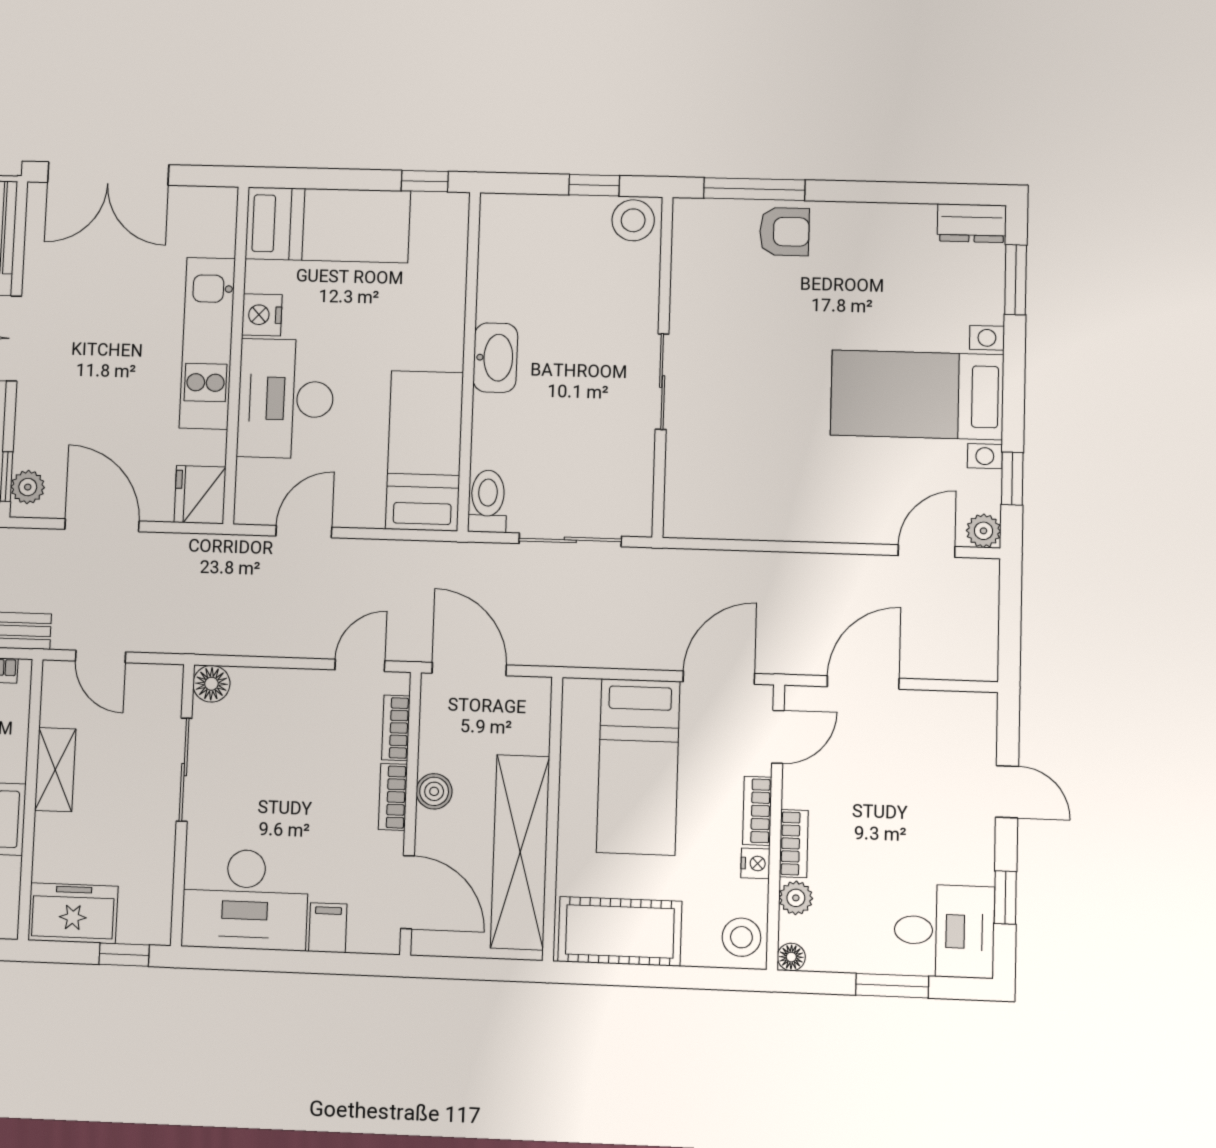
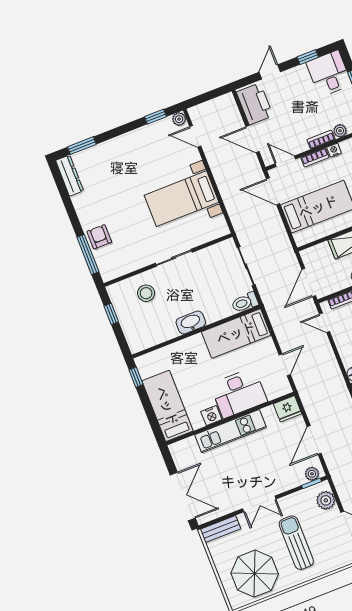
stool: (633, 220) -> (146, 293), moved
dresser: (972, 223) -> (70, 176), width x1.44
bed with nightstands: (917, 395) -> (181, 199), moved, turned 90
door: (304, 532) -> (285, 365), swing flipped
printer: (945, 723) -> (255, 104), added

